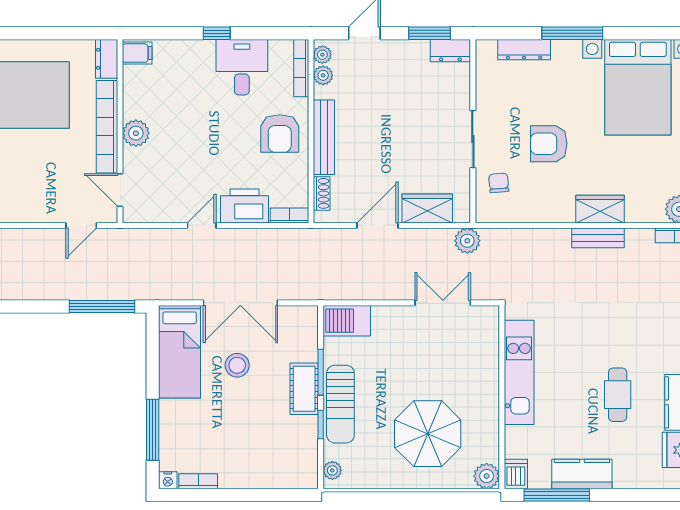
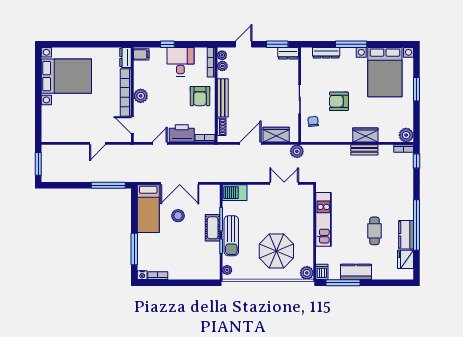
filing cabinet: (137, 53) -> (141, 54), moved
dresser: (107, 59) -> (126, 57), moved
bookcase: (107, 127) -> (126, 92), moved
wall: (120, 131) -> (132, 95), moved
plant: (136, 133) -> (141, 96), moved
door: (120, 190) -> (132, 125), moved

